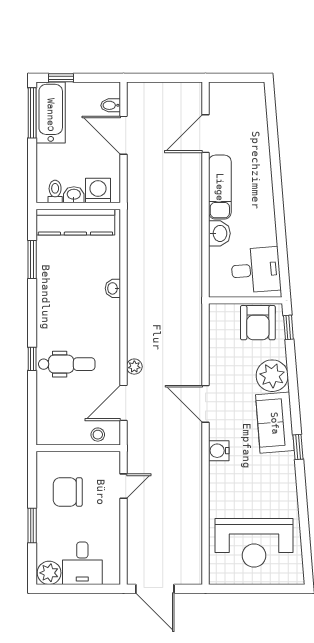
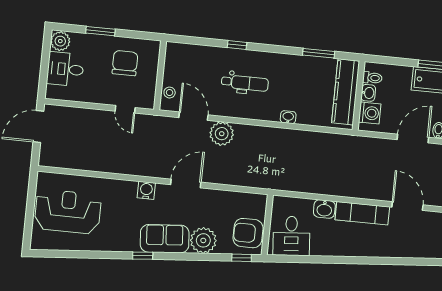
dental chair: (67, 364) -> (245, 83), moved, turned -90
plant: (134, 367) -> (222, 134), width x1.88, depth x1.88
reception desk: (254, 543) -> (68, 212), turned 90

